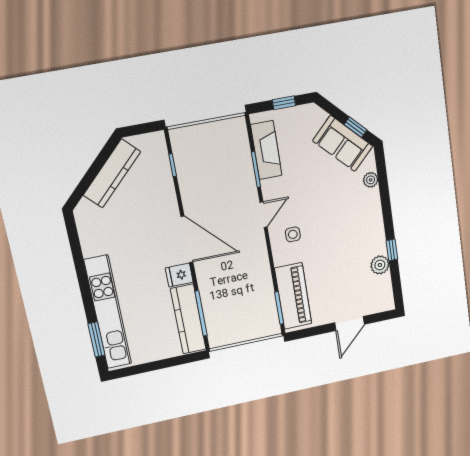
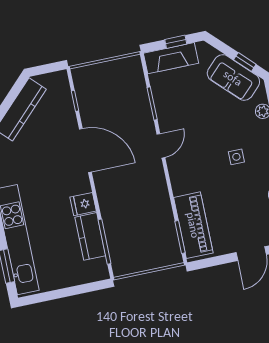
fireplace: (266, 150) -> (171, 58), moved, turned 90
side table: (293, 234) -> (236, 157), moved
door: (187, 239) -> (85, 150), moved
kitchen counter: (188, 319) -> (90, 236), width x0.67

